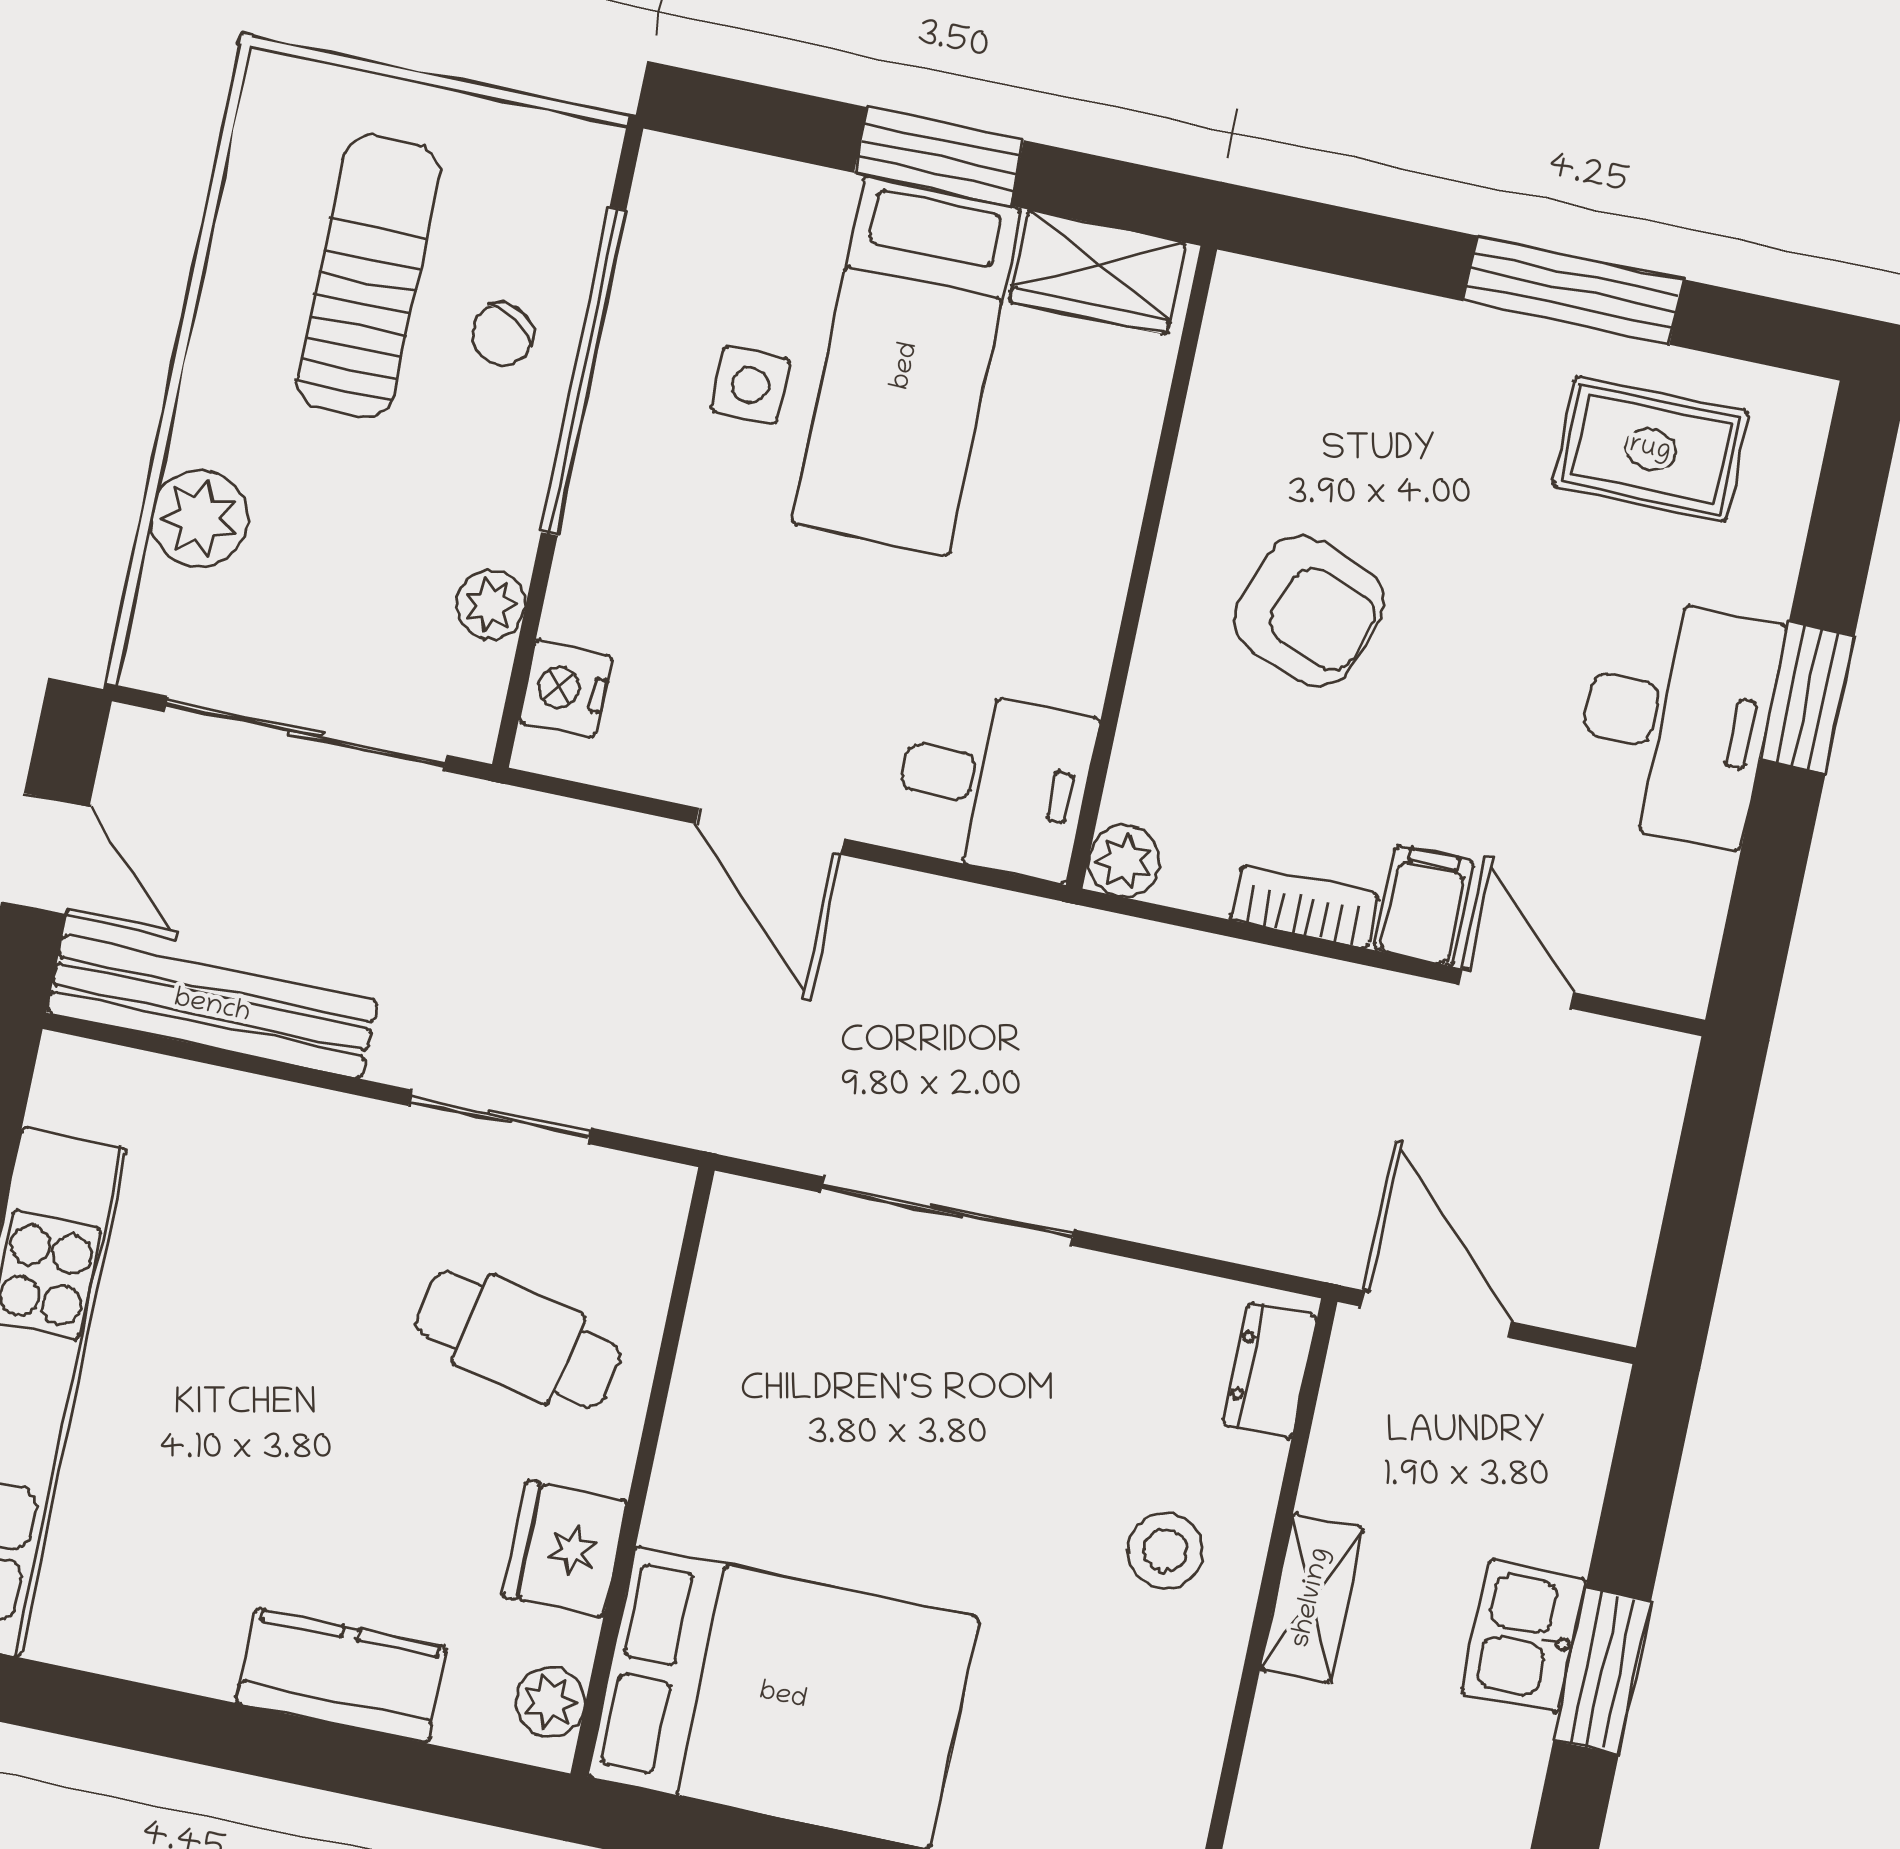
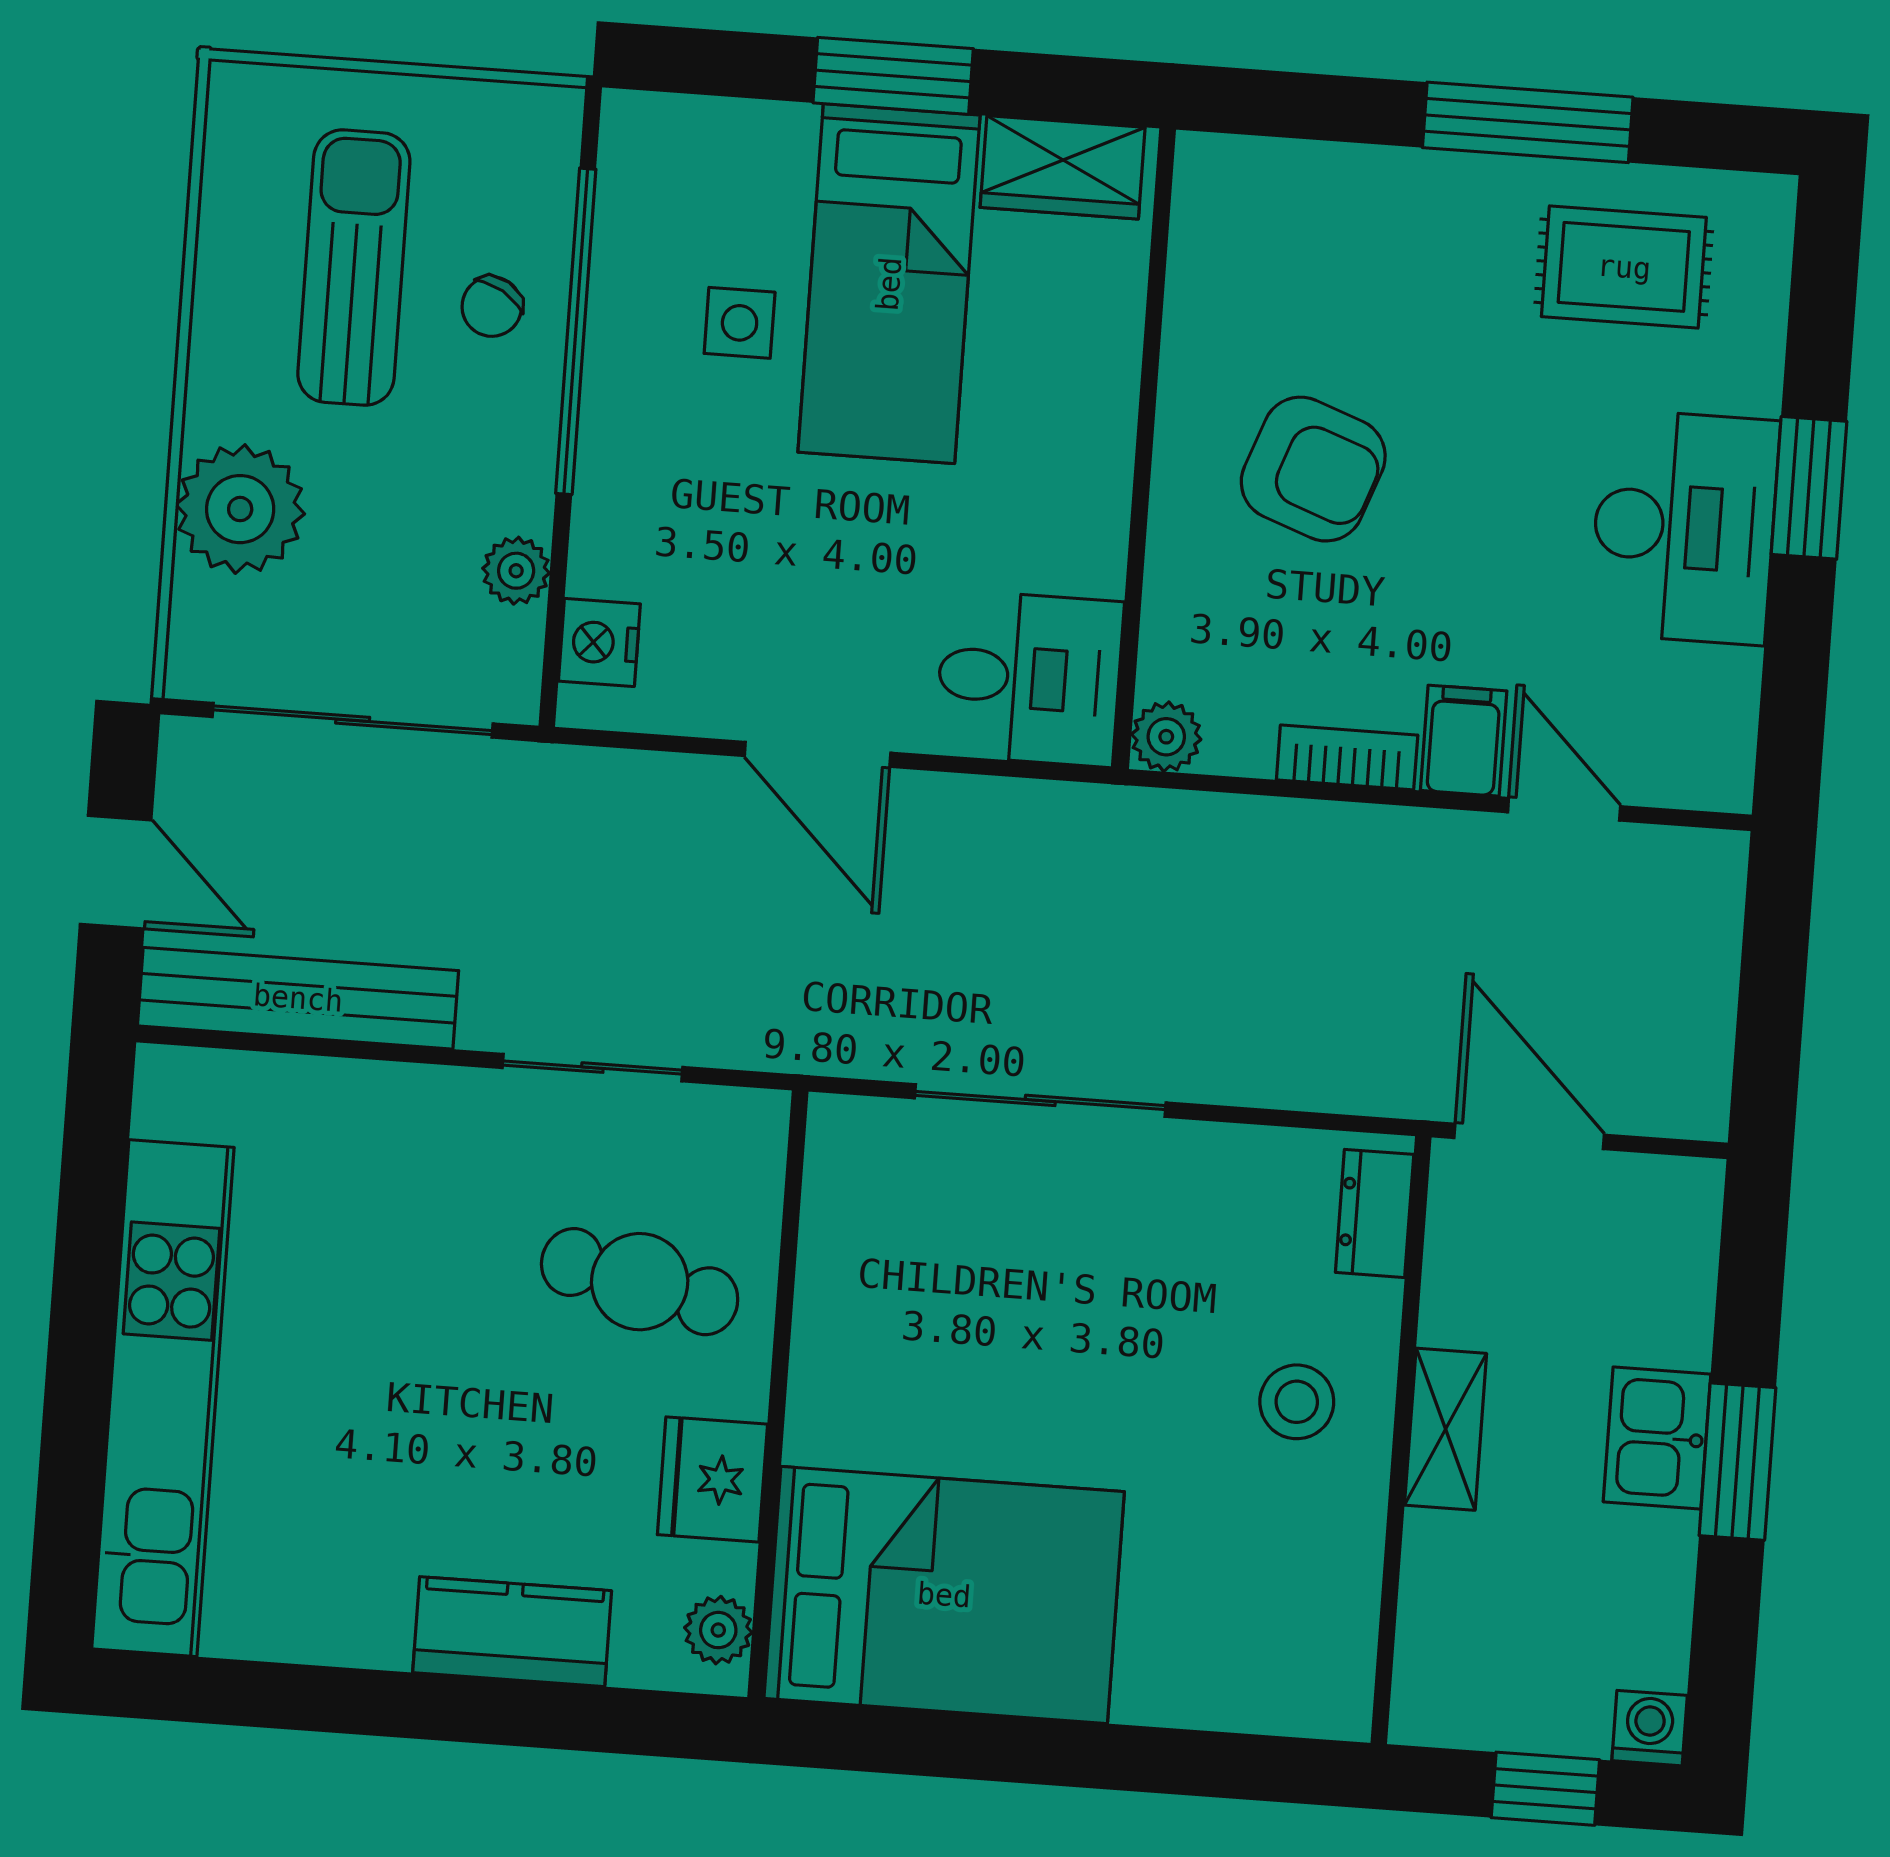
plant: (200, 518) -> (240, 509), width x1.36, depth x1.36

